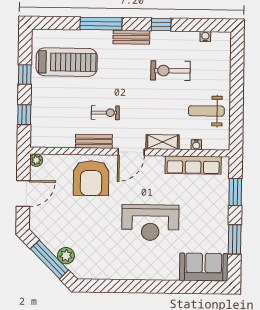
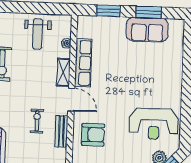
row of seats: (193, 165) -> (83, 63), moved
armchair: (91, 178) -> (93, 135), width x0.73, depth x0.73
reception desk: (150, 223) -> (154, 124), moved, turned 90
sofa: (204, 267) -> (147, 30), moved, turned -90

